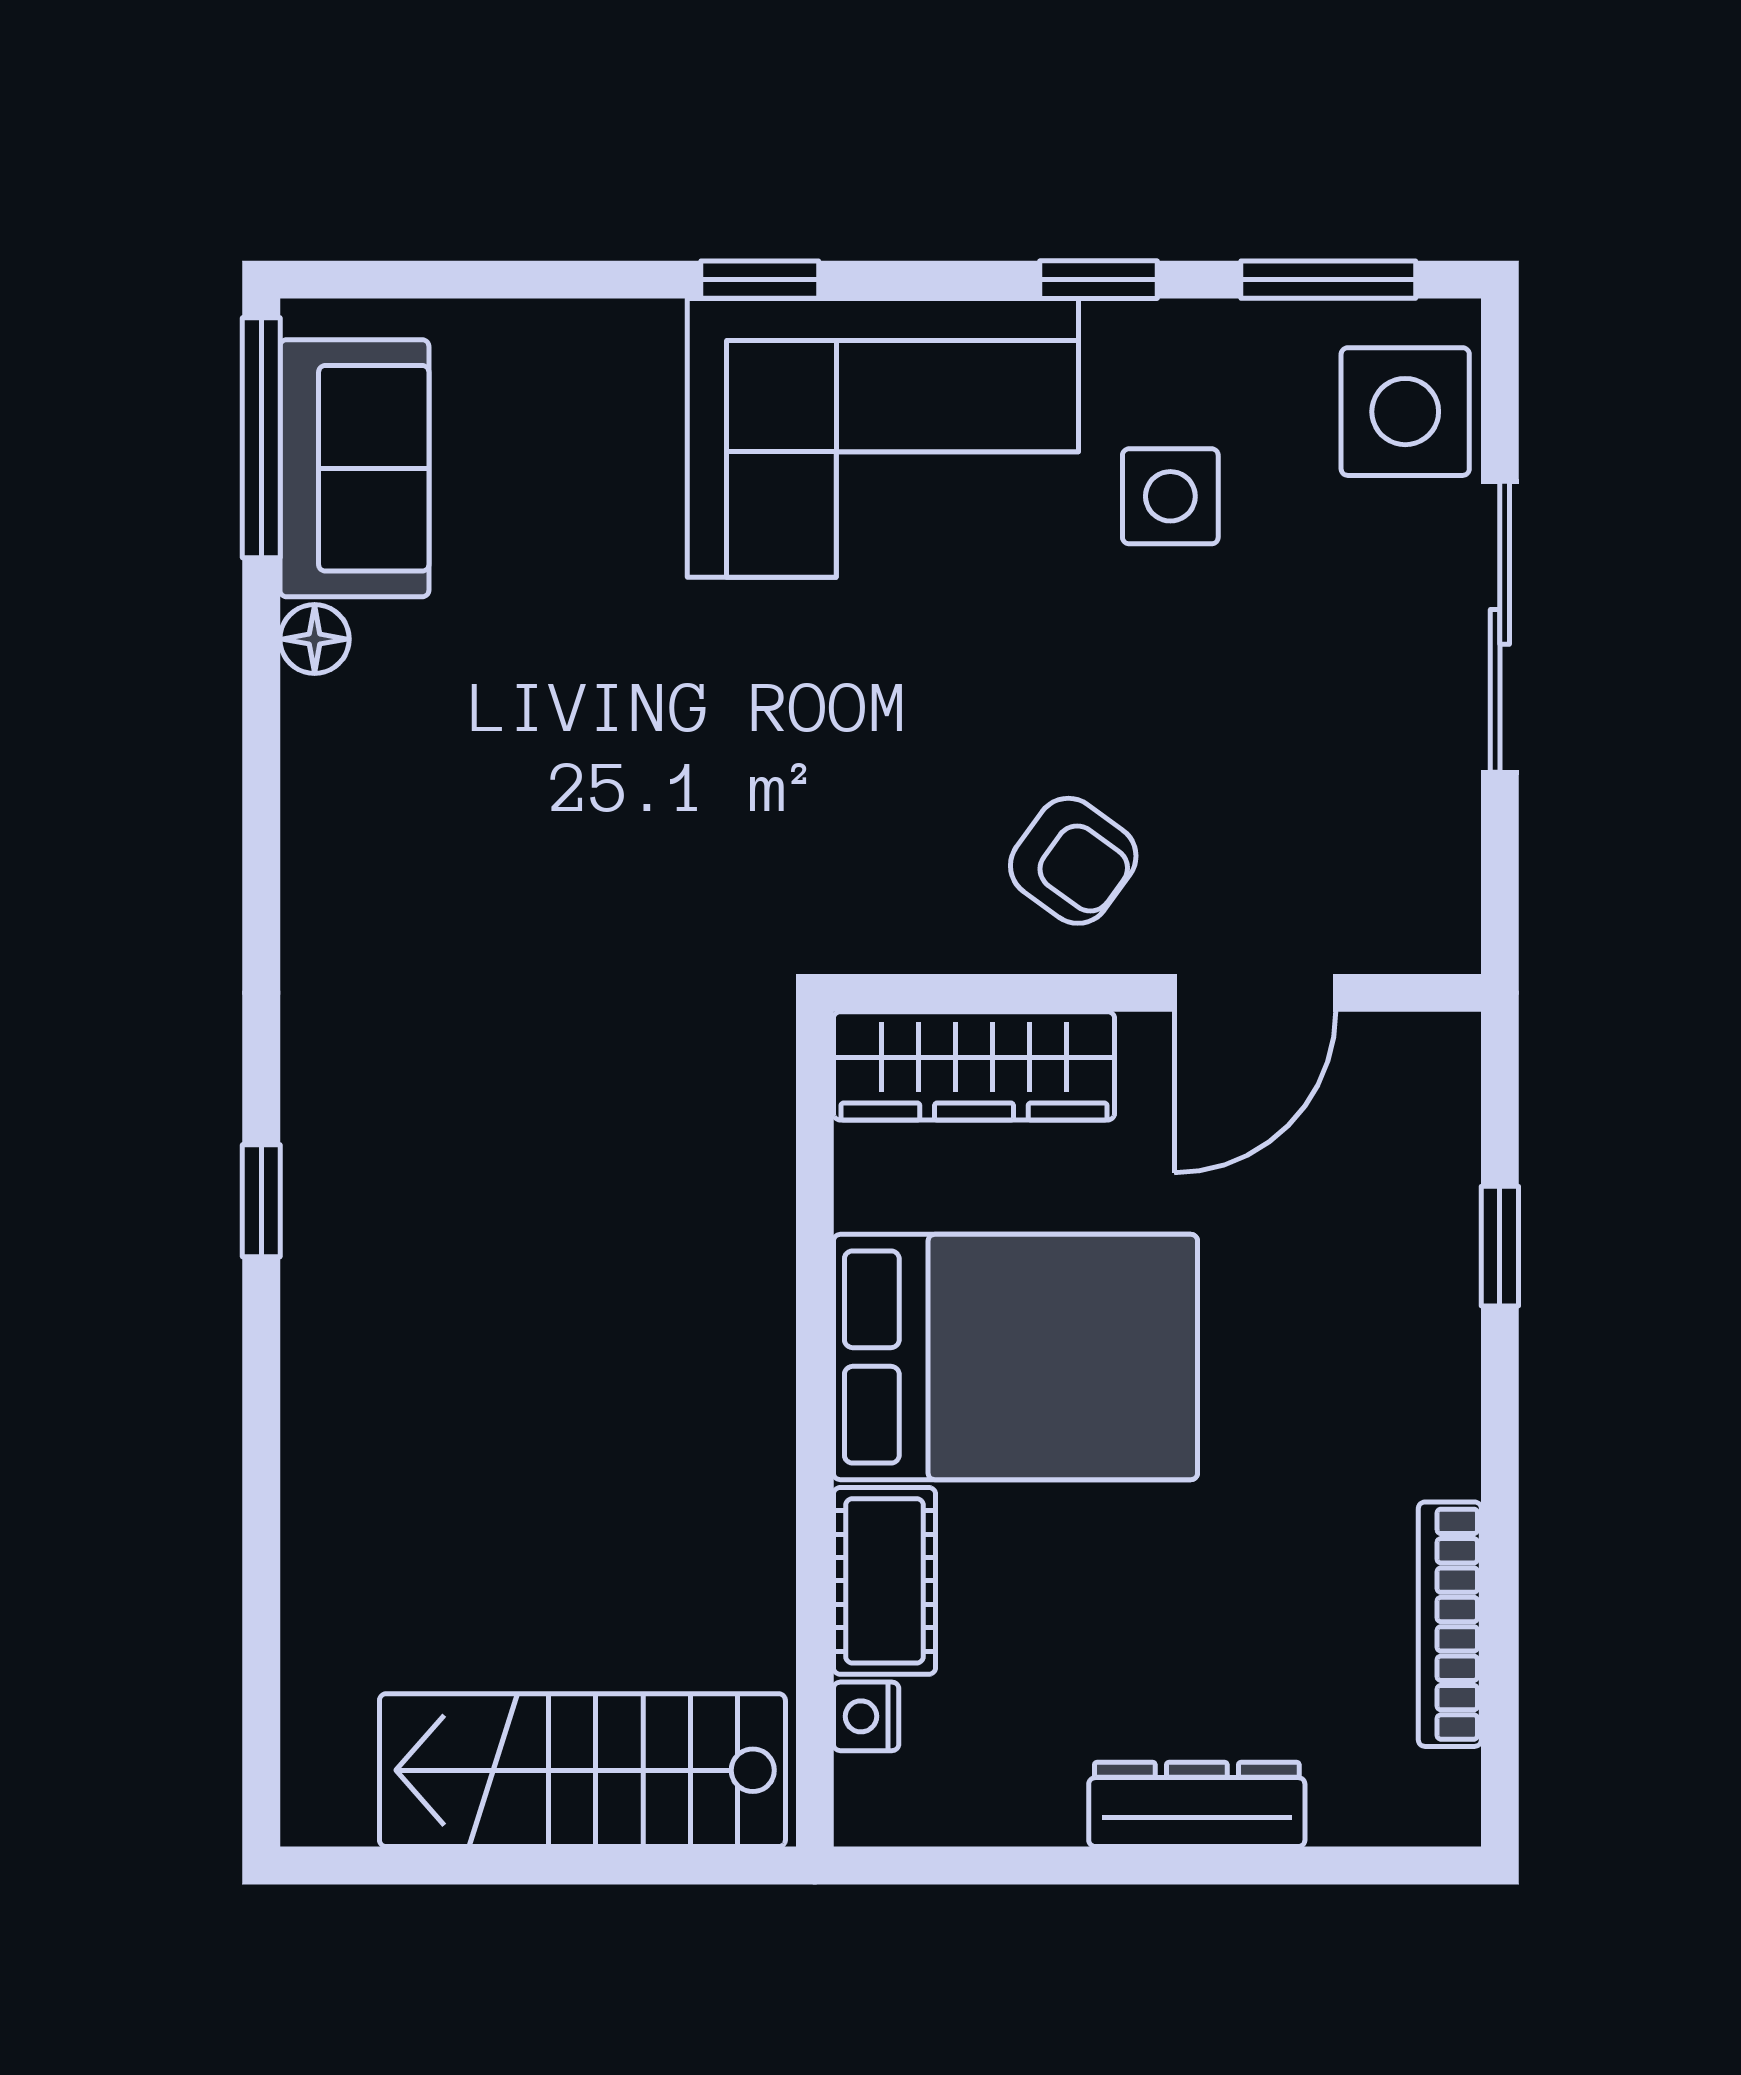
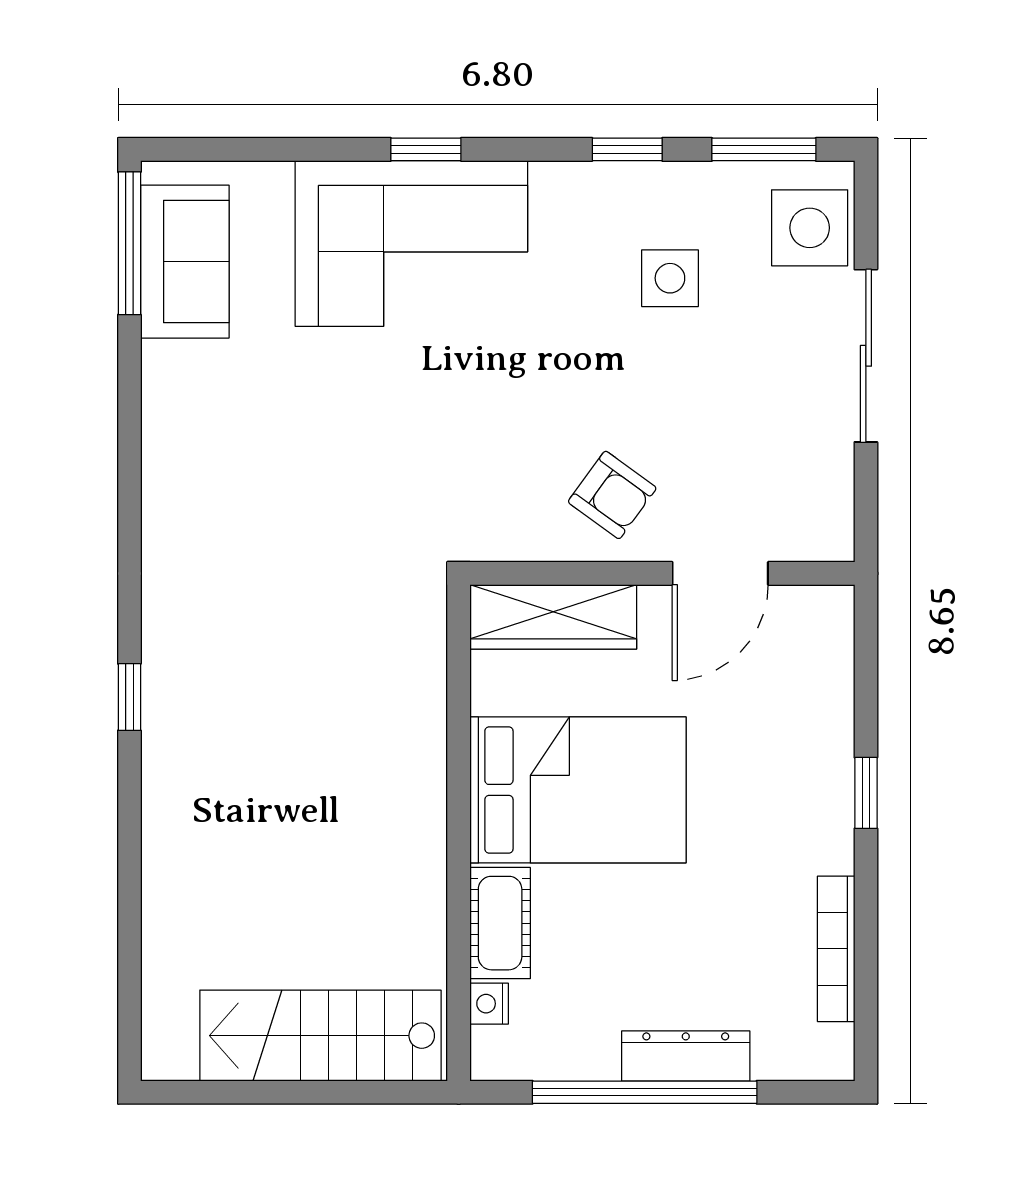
corner sofa: (883, 438) -> (411, 243), moved
floor lamp: (315, 639) -> (161, 363), removed
window: (1500, 1246) -> (866, 793), moved
window: (1128, 1865) -> (645, 1092), added

